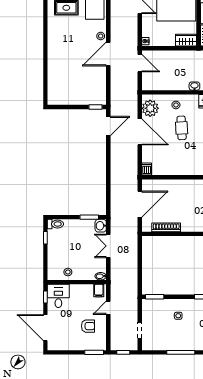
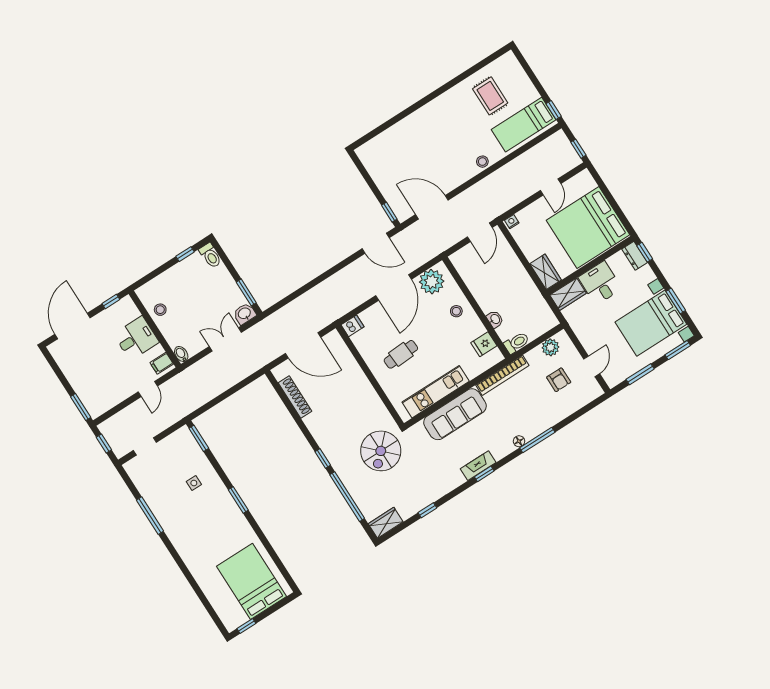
door: (108, 54) -> (432, 207), moved
cafe table: (182, 128) -> (401, 354), moved
desk: (58, 296) -> (136, 338), moved
door: (108, 308) -> (148, 389), swing flipped
armchair: (88, 326) -> (109, 378), removed

